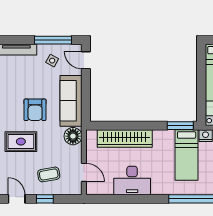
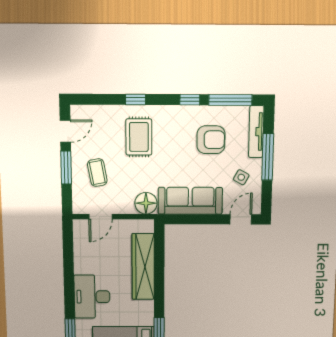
window: (53, 40) -> (268, 157), moved
armchair: (35, 110) -> (211, 140), moved, turned 180
desk: (132, 180) -> (92, 297), moved
window: (45, 199) -> (66, 168), width x1.50

